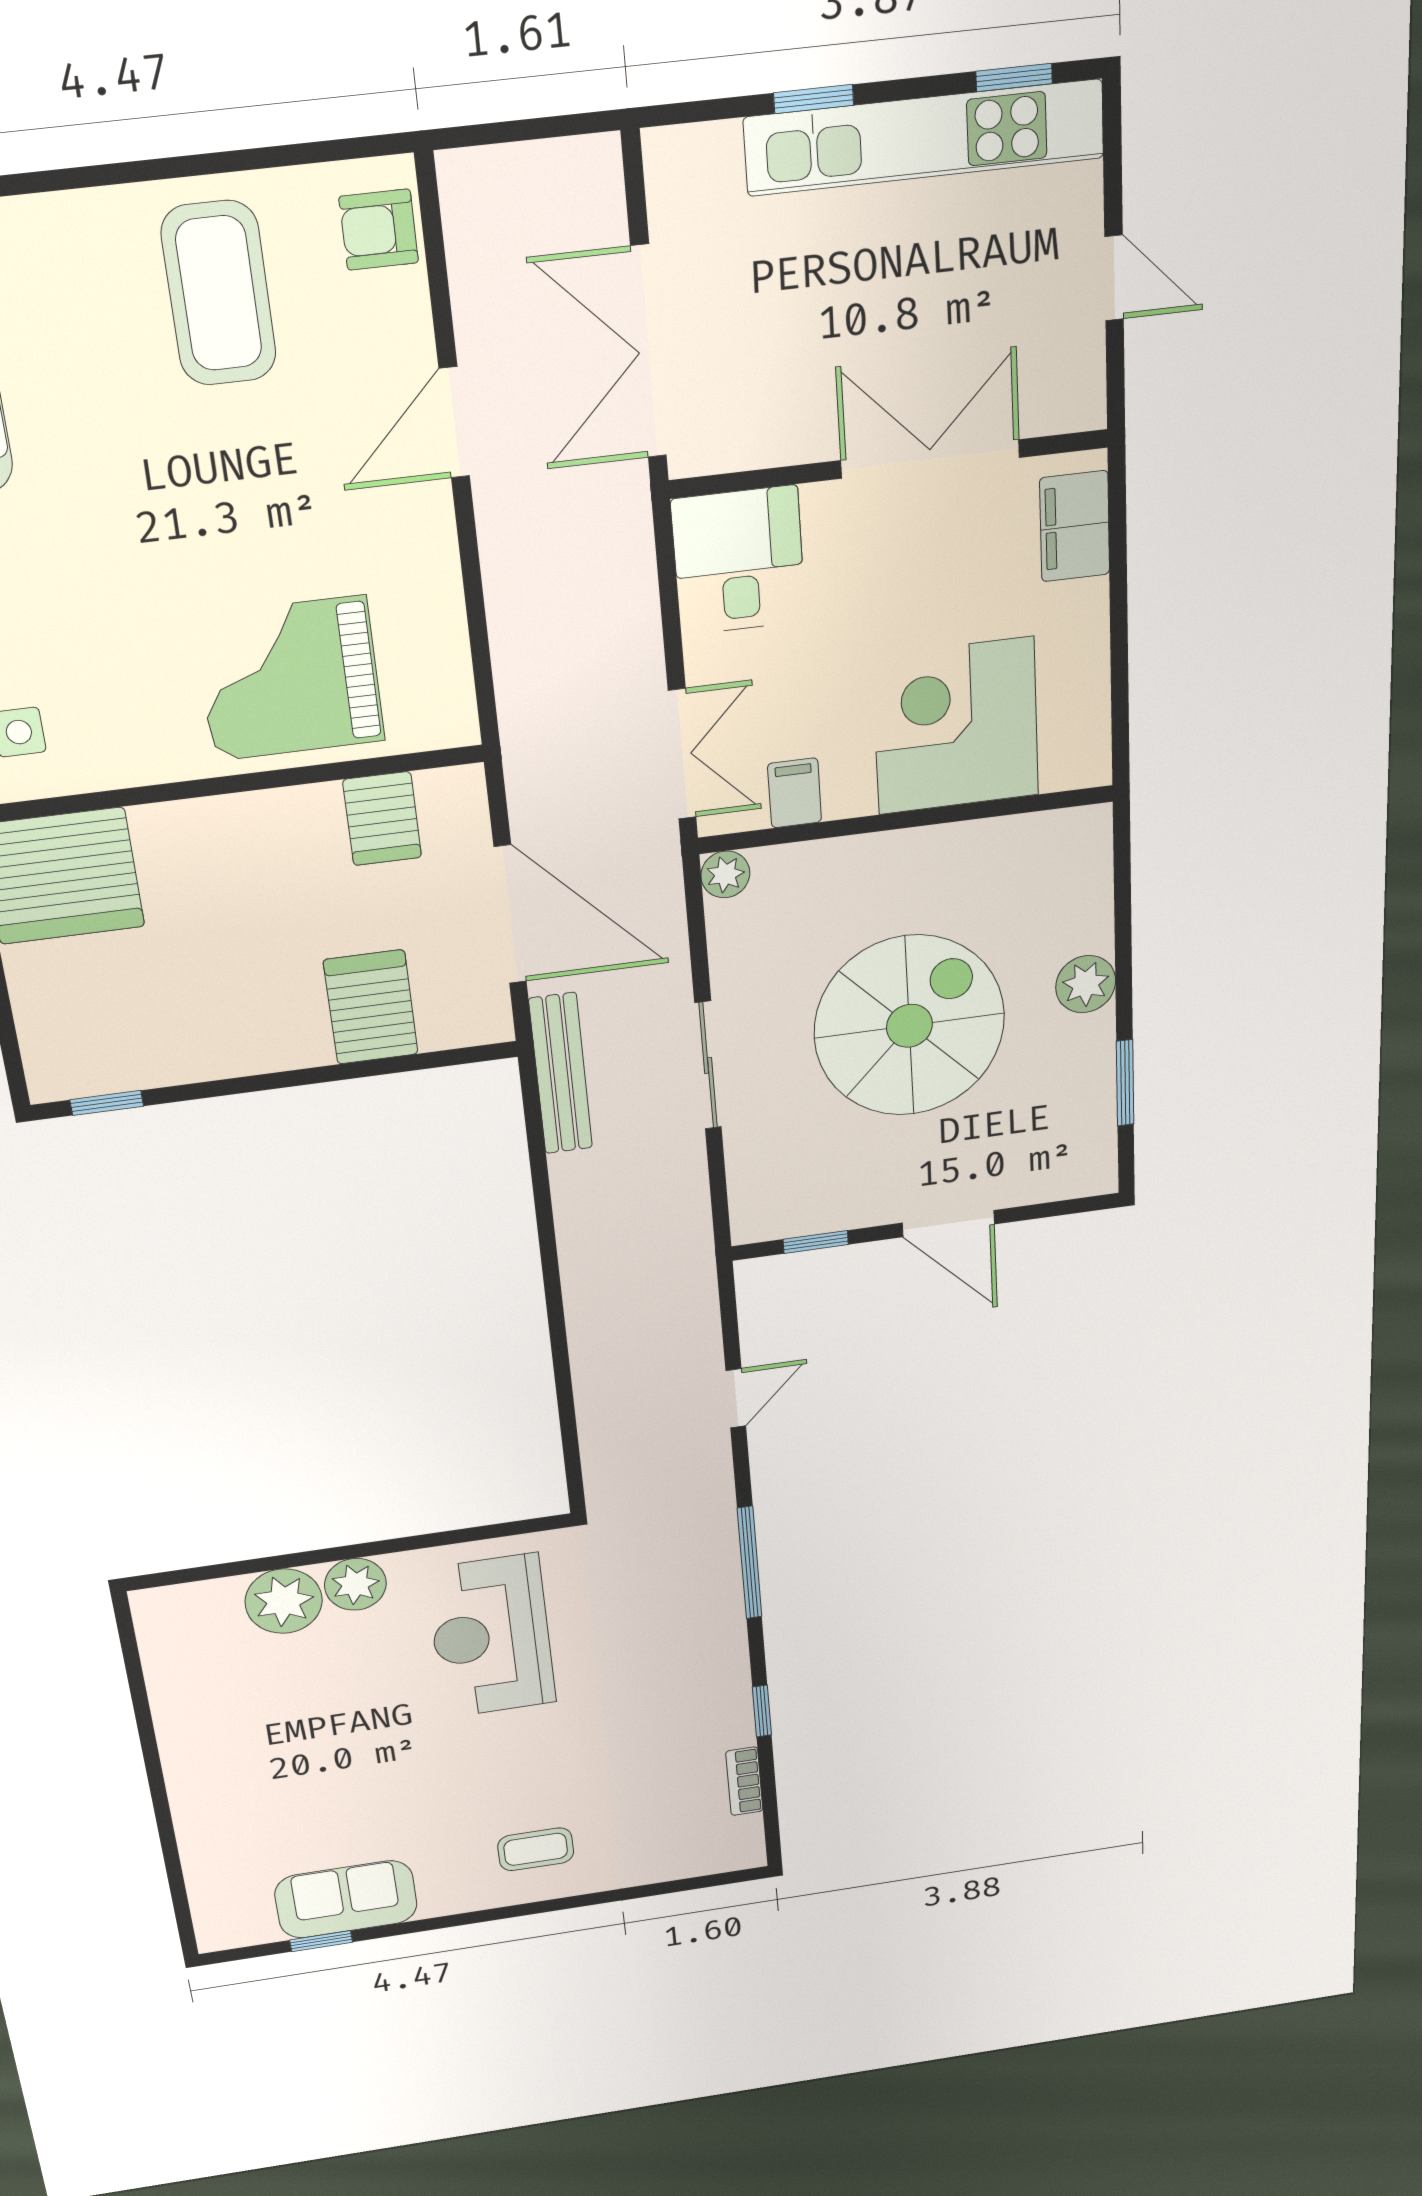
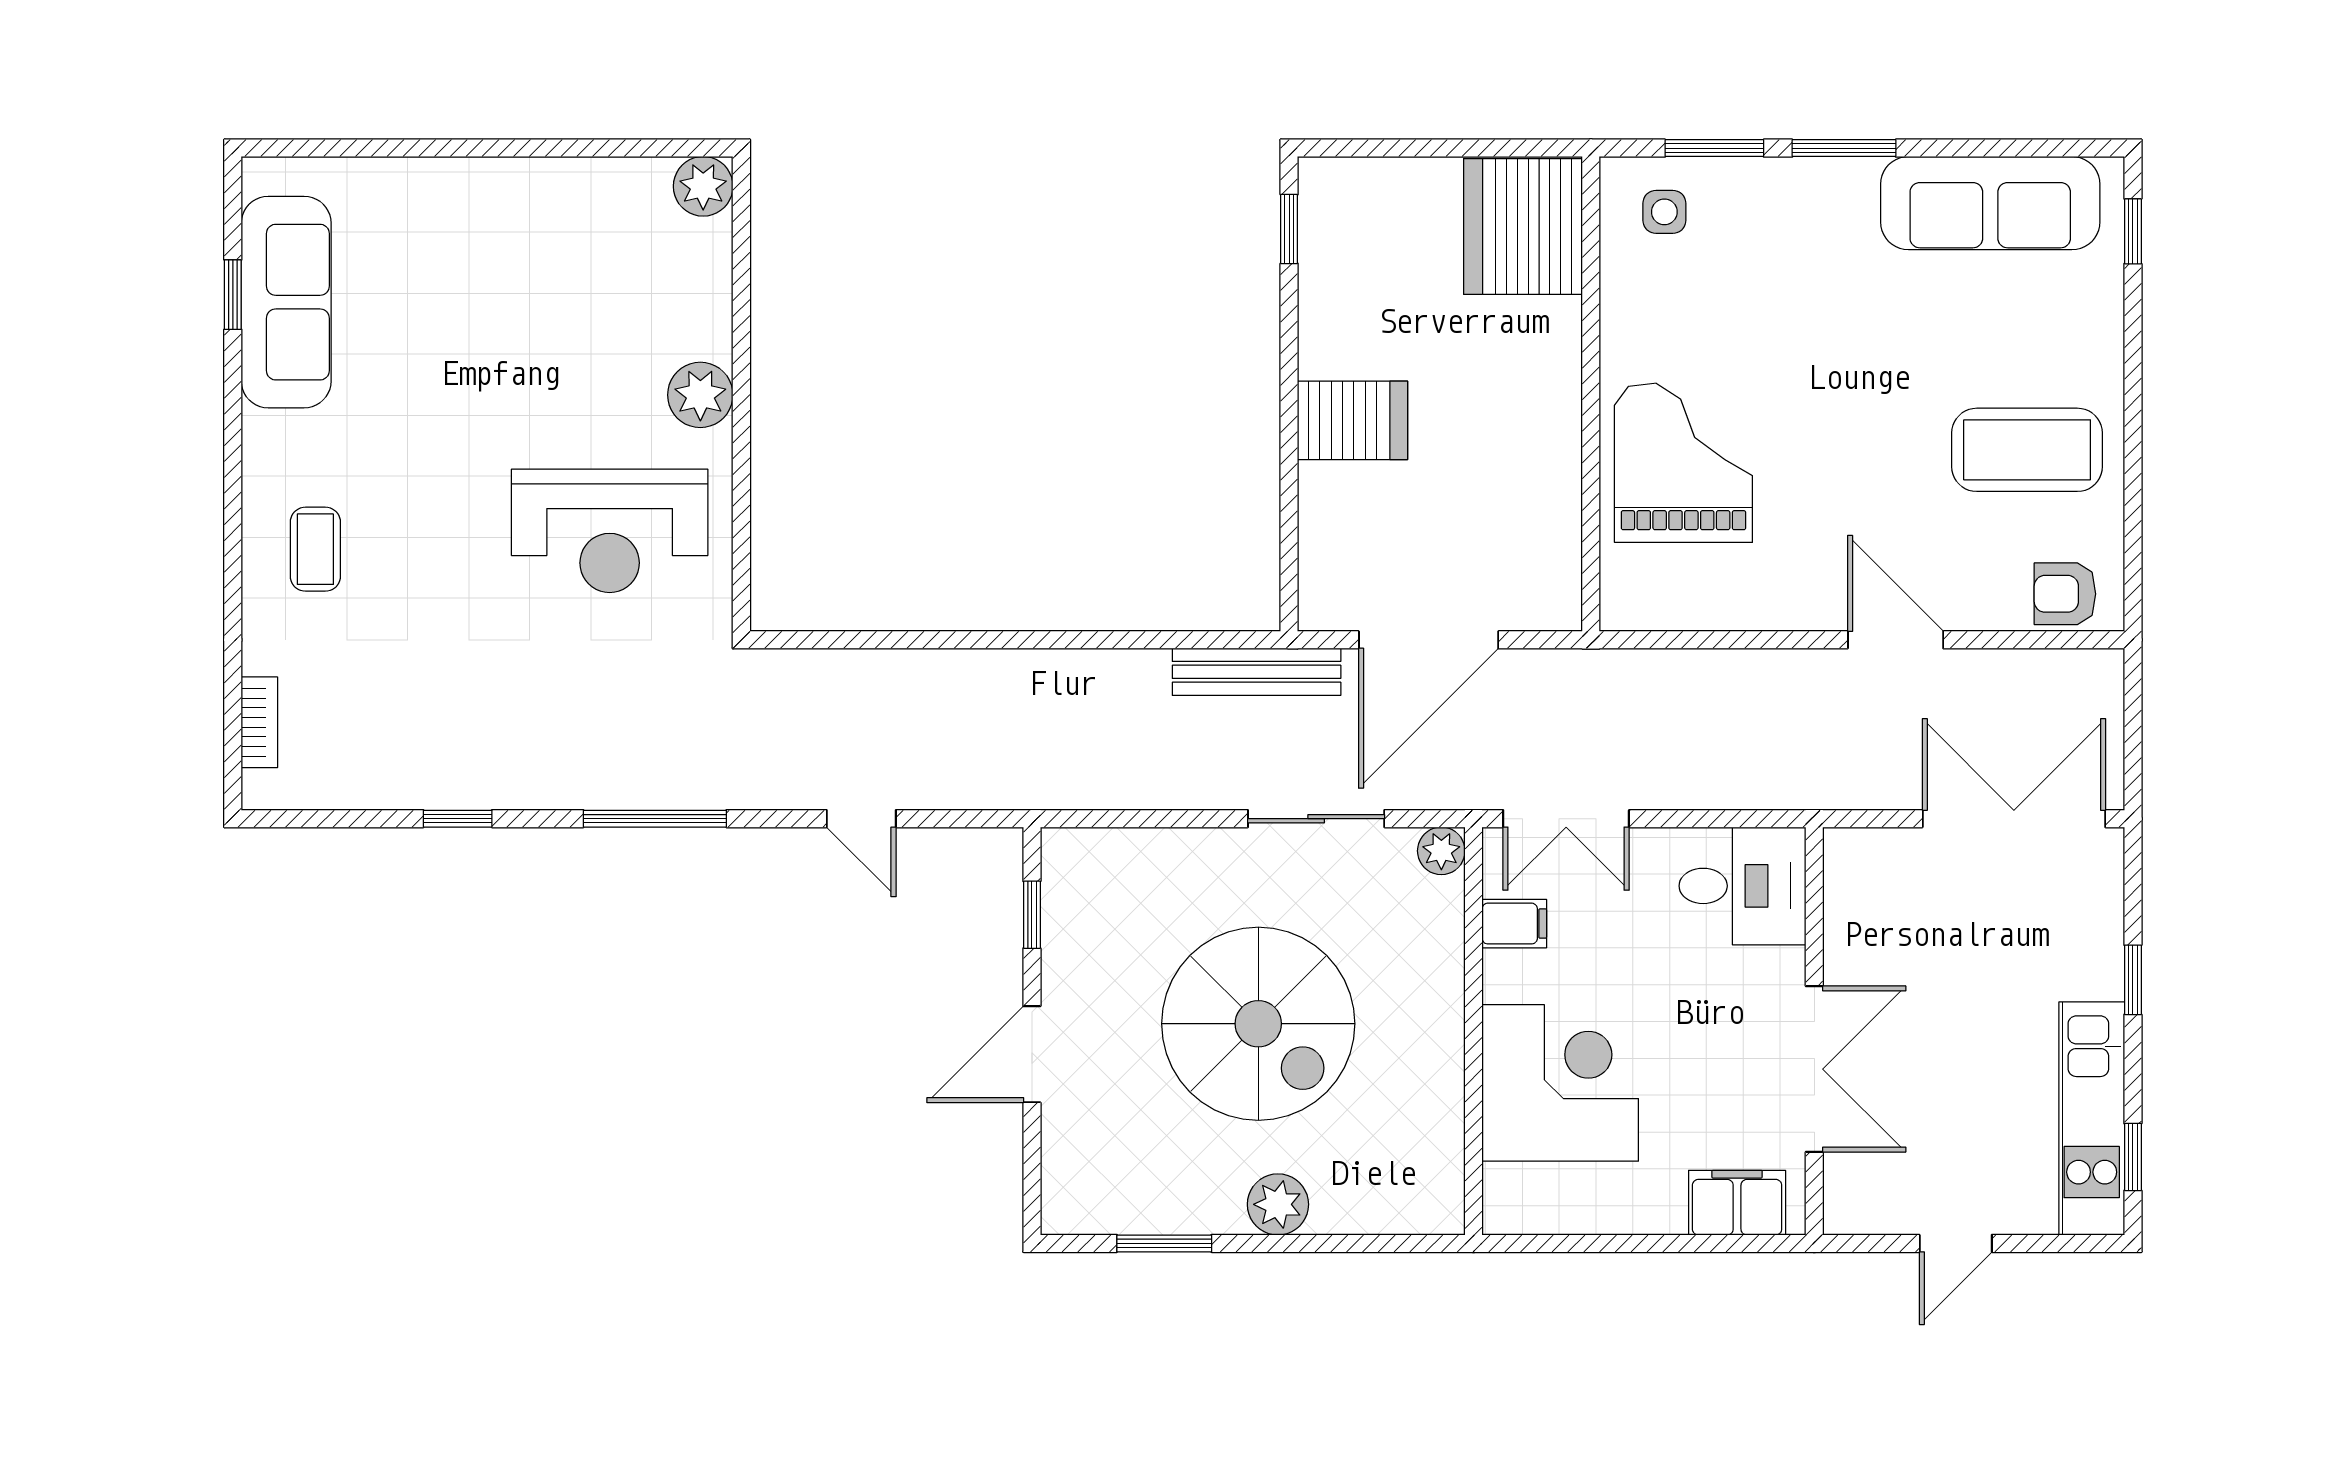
kitchen unit: (925, 138) -> (2092, 1118), width x0.73
armchair: (379, 230) -> (2065, 594), turned -90
double door: (649, 352) -> (2014, 819), moved
server rack: (382, 819) -> (1540, 530), removed
server rack: (371, 1007) -> (1352, 420), moved
sliding door: (708, 1065) -> (1316, 819), moved
plant: (284, 1601) -> (703, 186), moved, width x0.73, depth x0.73
reception desk: (491, 1636) -> (610, 531), turned 180
bookcase: (744, 1781) -> (259, 722), moved, turned 90
sofa: (346, 1899) -> (286, 302), width x1.36

